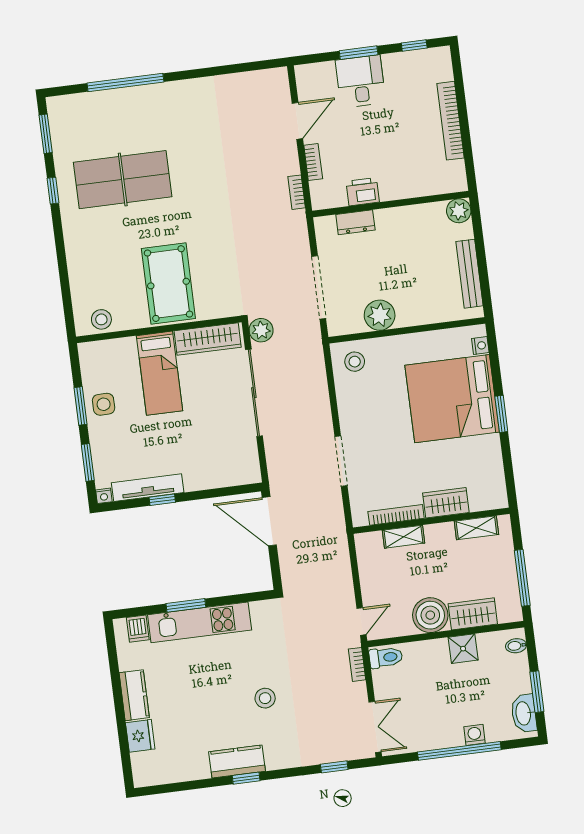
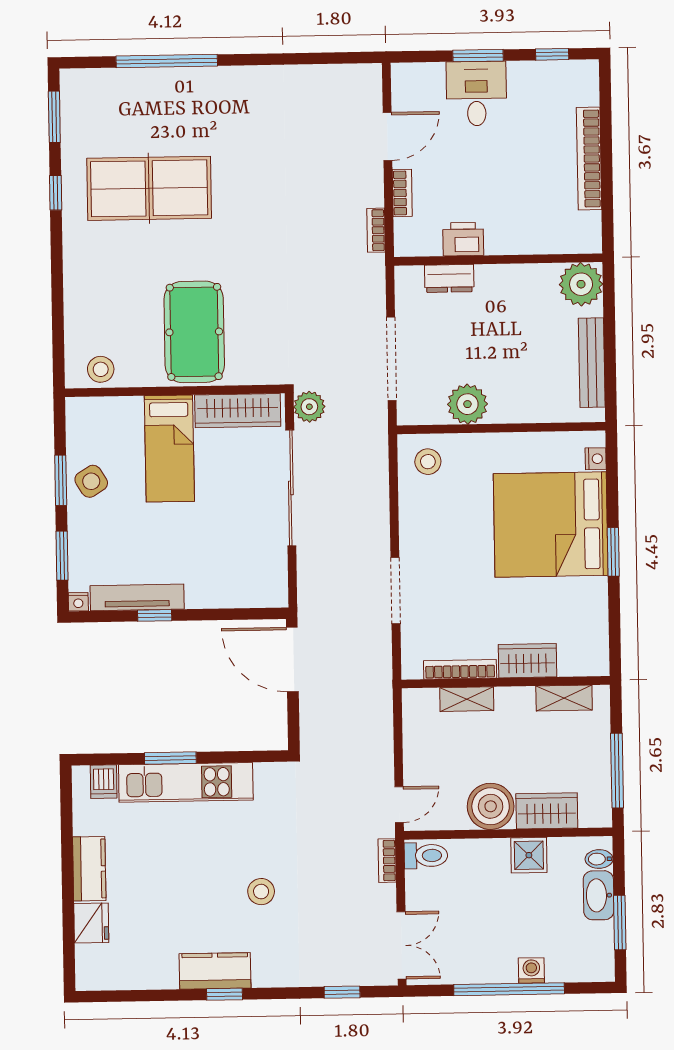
plant: (459, 211) -> (581, 284), width x1.36, depth x1.36
side table: (104, 404) -> (91, 481), turned -32
washbasin: (524, 713) -> (599, 895), moved

